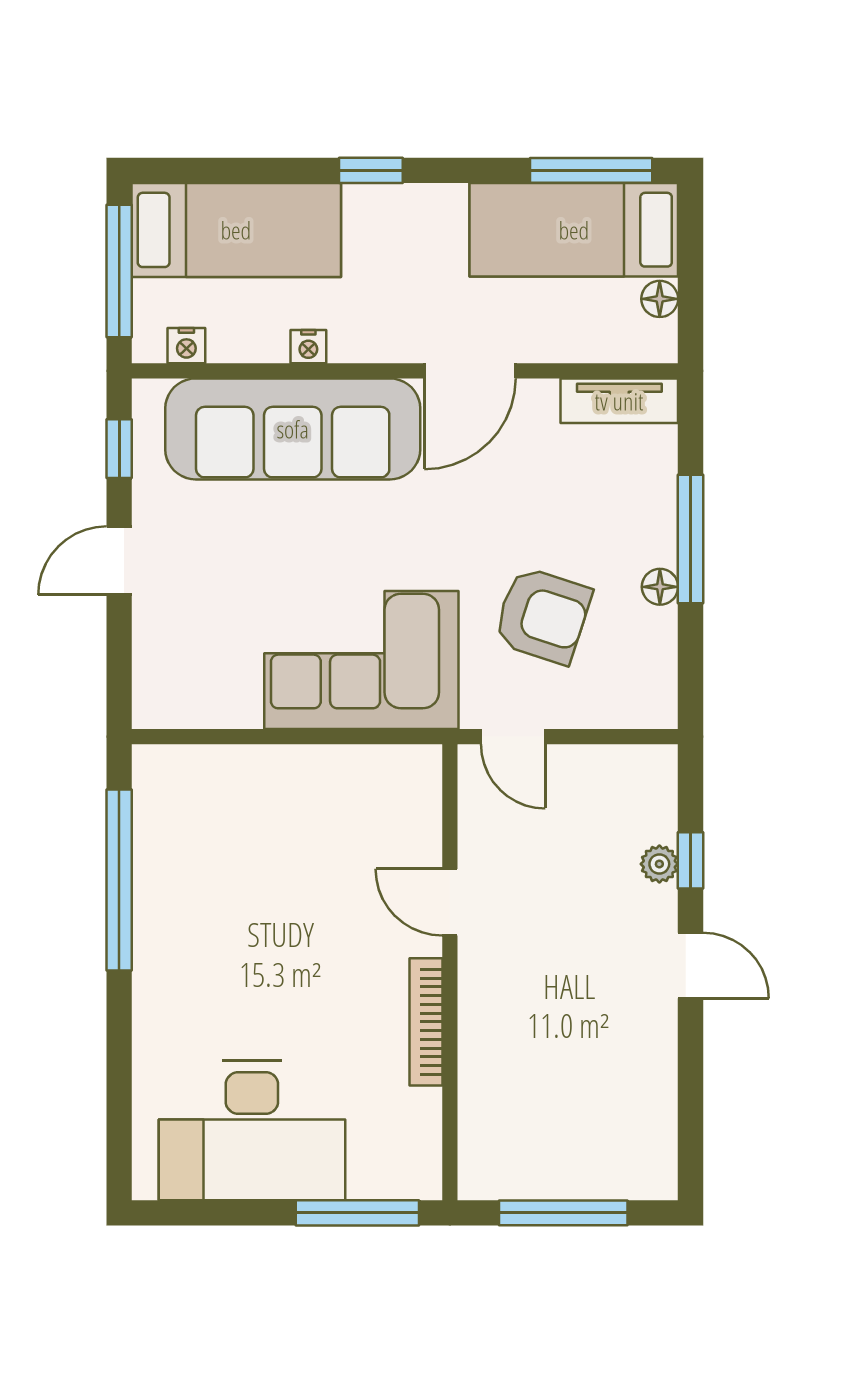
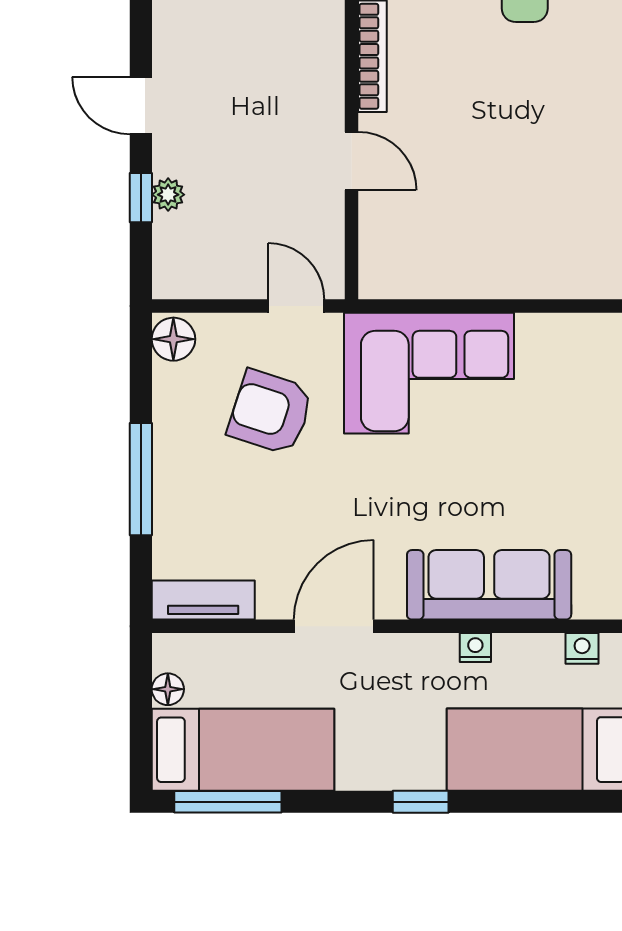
sofa: (293, 429) -> (489, 585), width x0.74, depth x0.79
floor lamp: (660, 587) -> (173, 339), moved, width x1.37, depth x1.37

